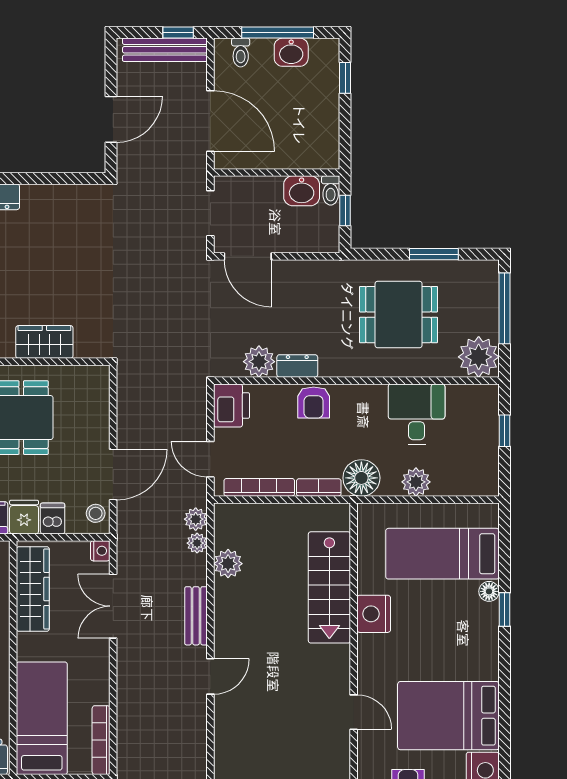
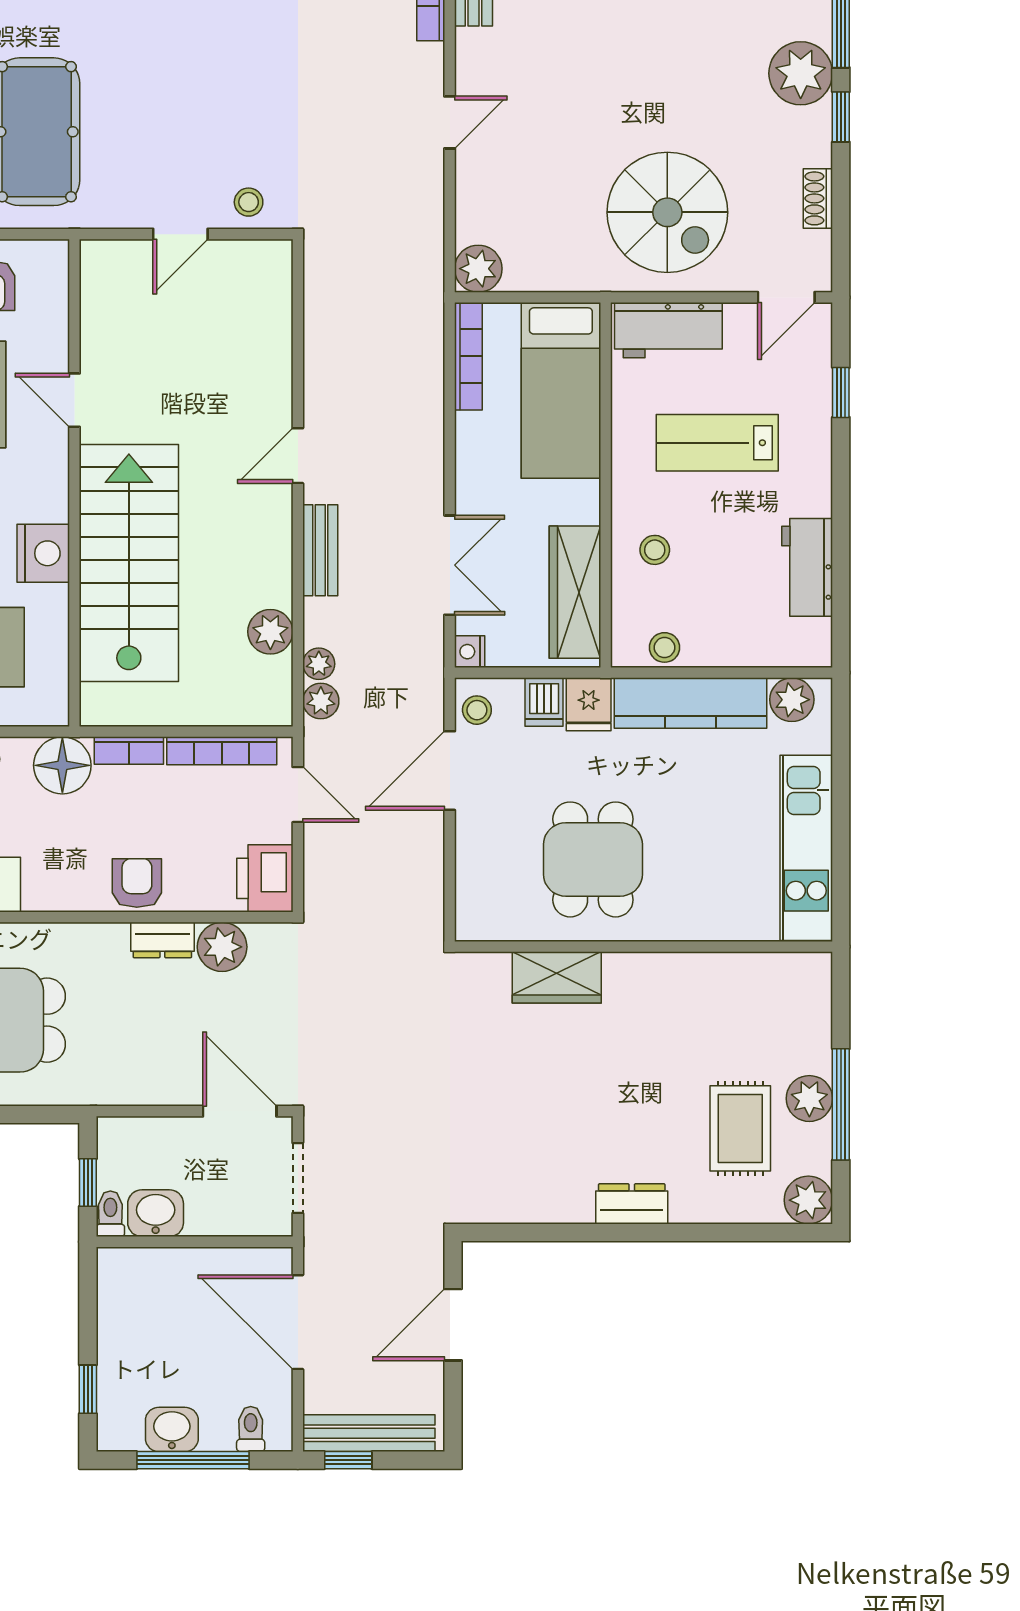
stairs: (329, 587) -> (129, 563), width x1.36, depth x1.51

